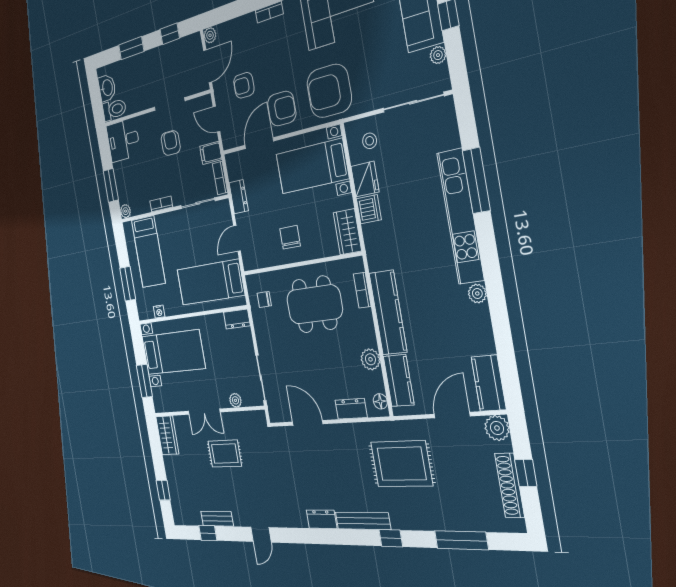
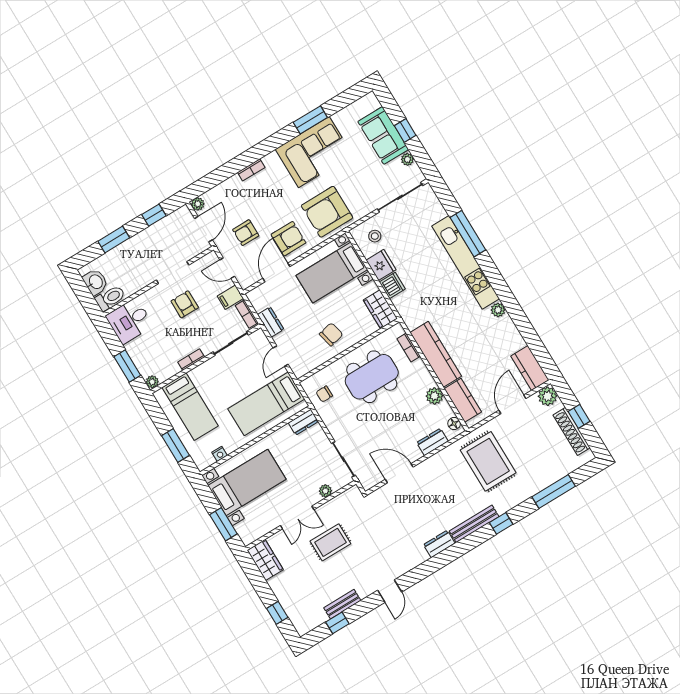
chair: (290, 237) -> (331, 334), turned 77
rug: (401, 464) -> (488, 461), turned 90

